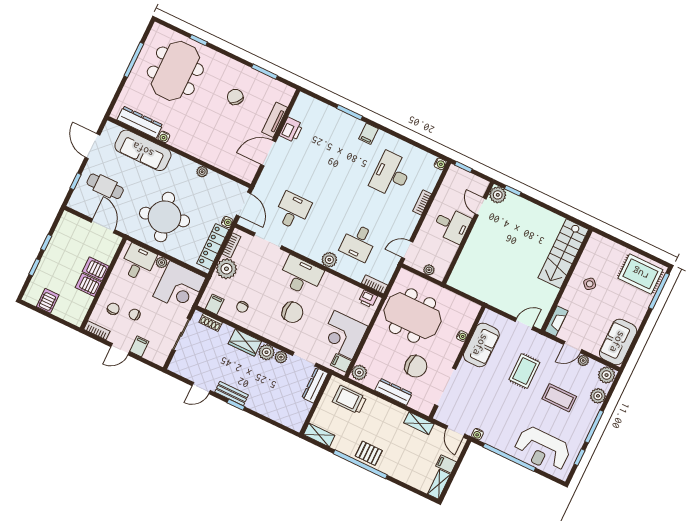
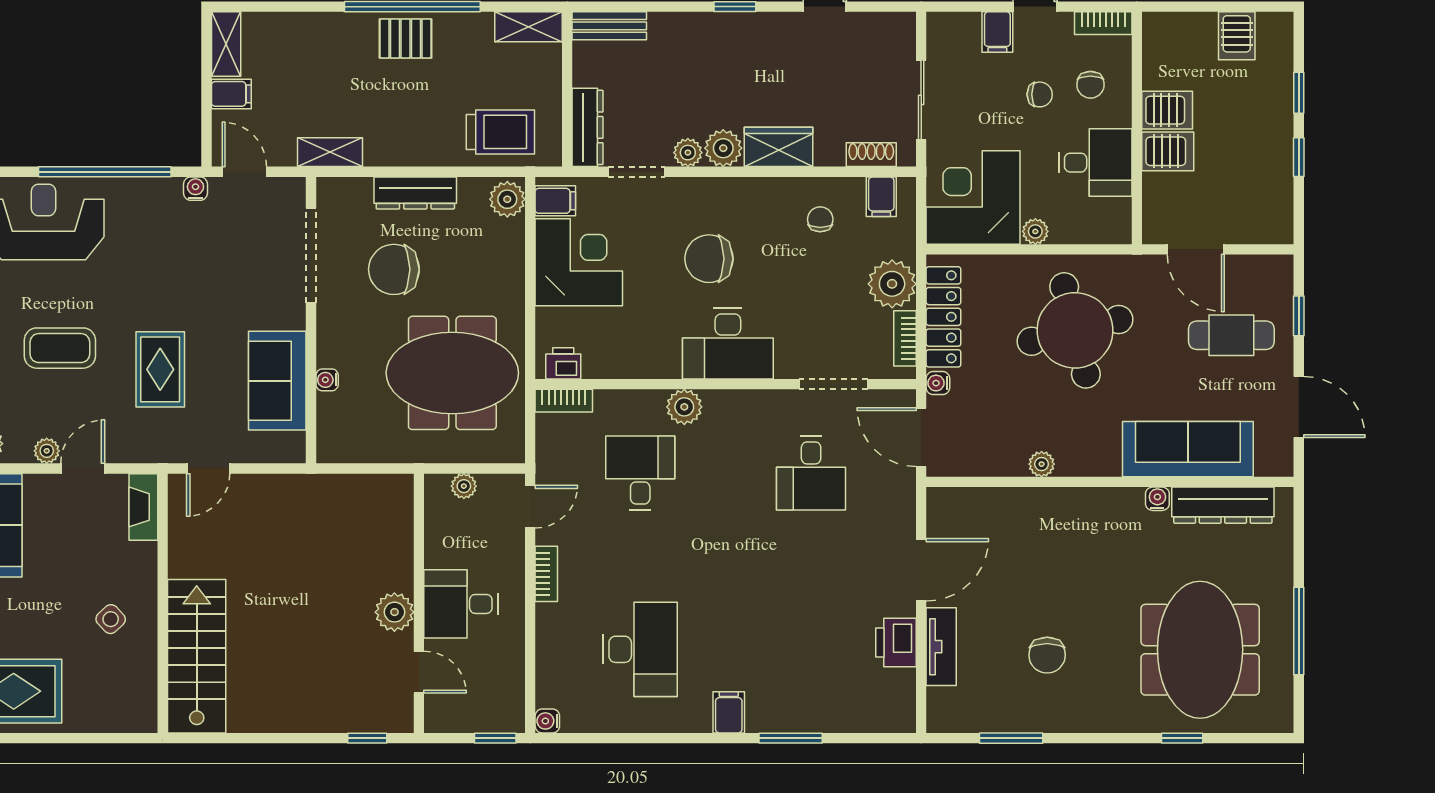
chair: (235, 97) -> (1047, 655), turned 48
plant: (498, 195) -> (394, 612), moved
bookcase: (422, 203) -> (546, 574), moved
desk: (138, 262) -> (1095, 163), moved, turned -90
bench: (232, 393) -> (609, 26), moved

